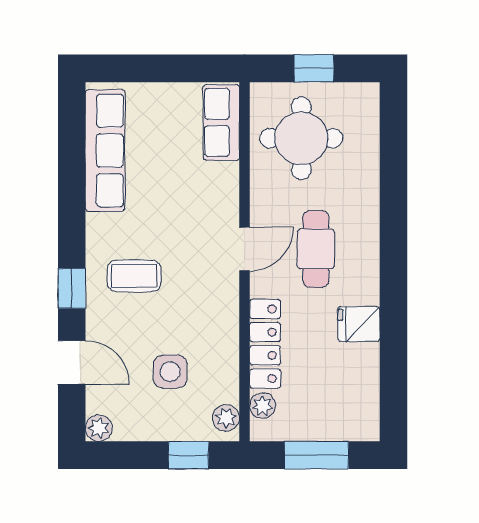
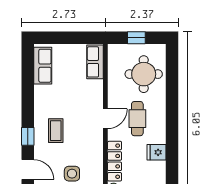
round table: (301, 138) -> (144, 74), moved
row of seats: (105, 151) -> (43, 66), width x0.68
coffee table: (134, 276) -> (56, 131), turned 90

